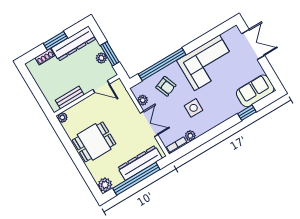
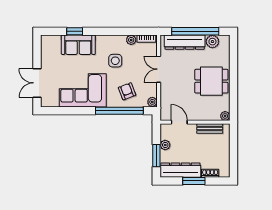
window: (110, 54) -> (156, 156), moved
sofa: (255, 91) -> (78, 45), moved
plant: (143, 100) -> (152, 102), moved
plant: (105, 185) -> (212, 42), moved

